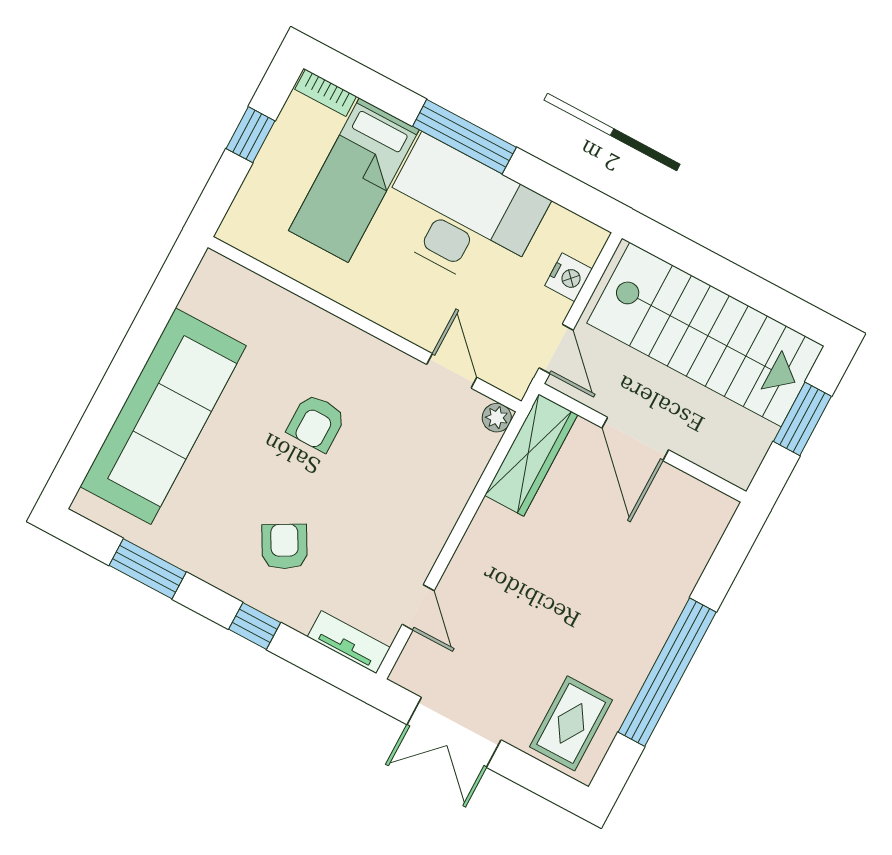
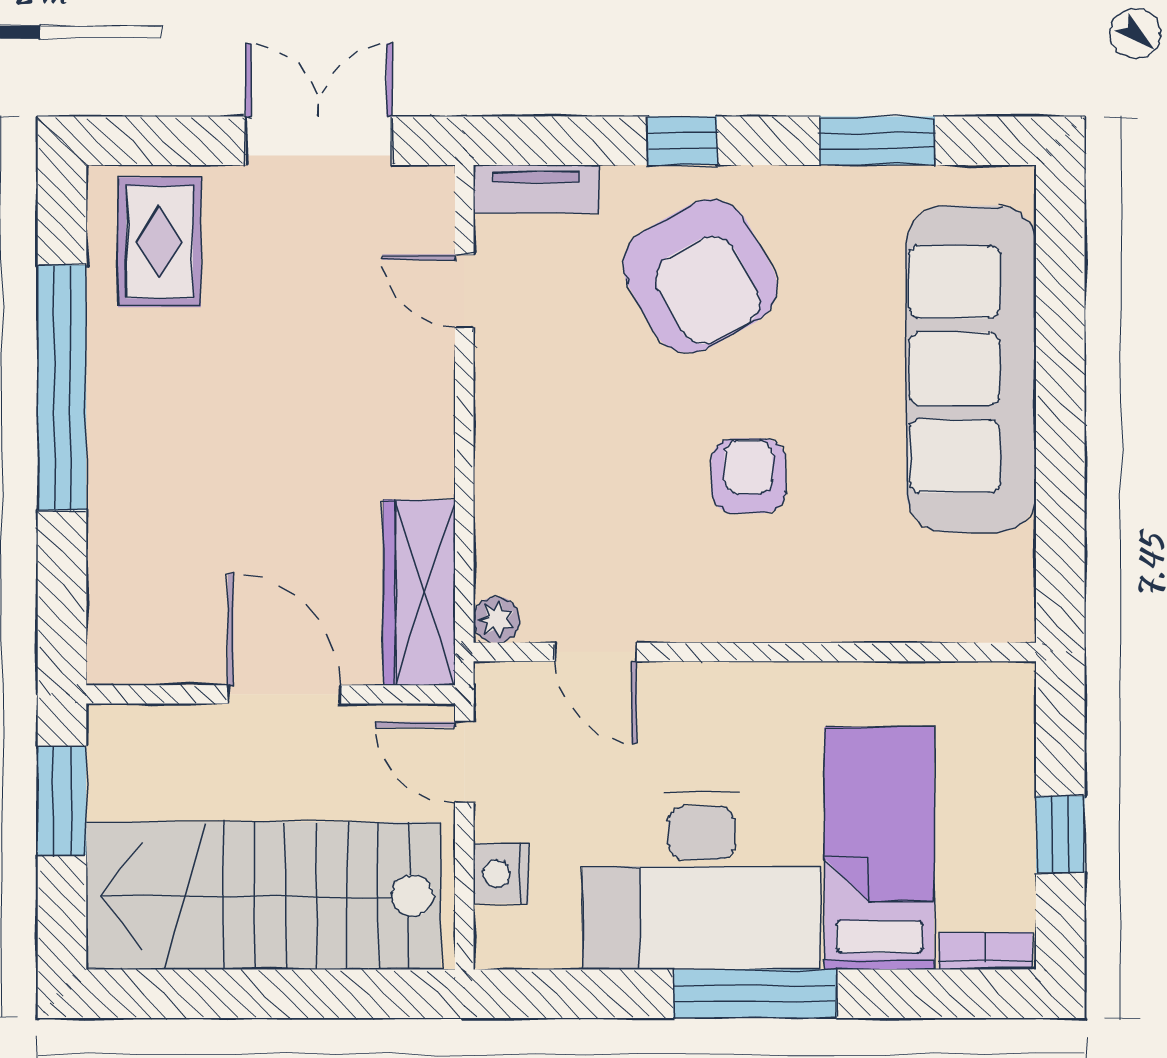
window: (802, 419) -> (62, 801), moved
armchair: (285, 546) -> (700, 276), width x1.88, depth x1.88

